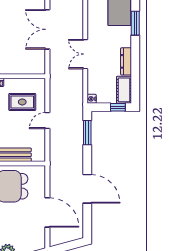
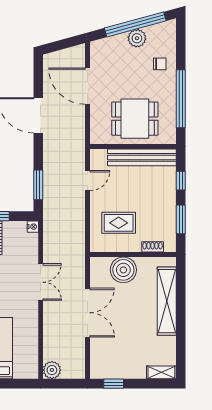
boiler: (18, 64) -> (123, 270), added
door: (47, 121) -> (88, 181), moved

